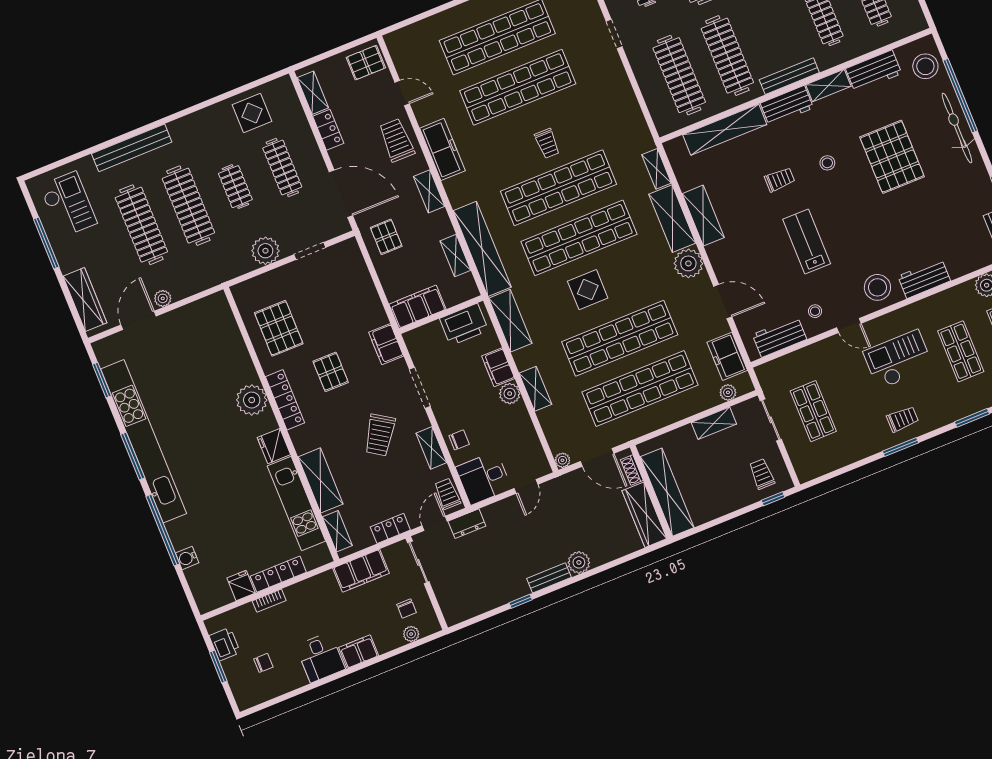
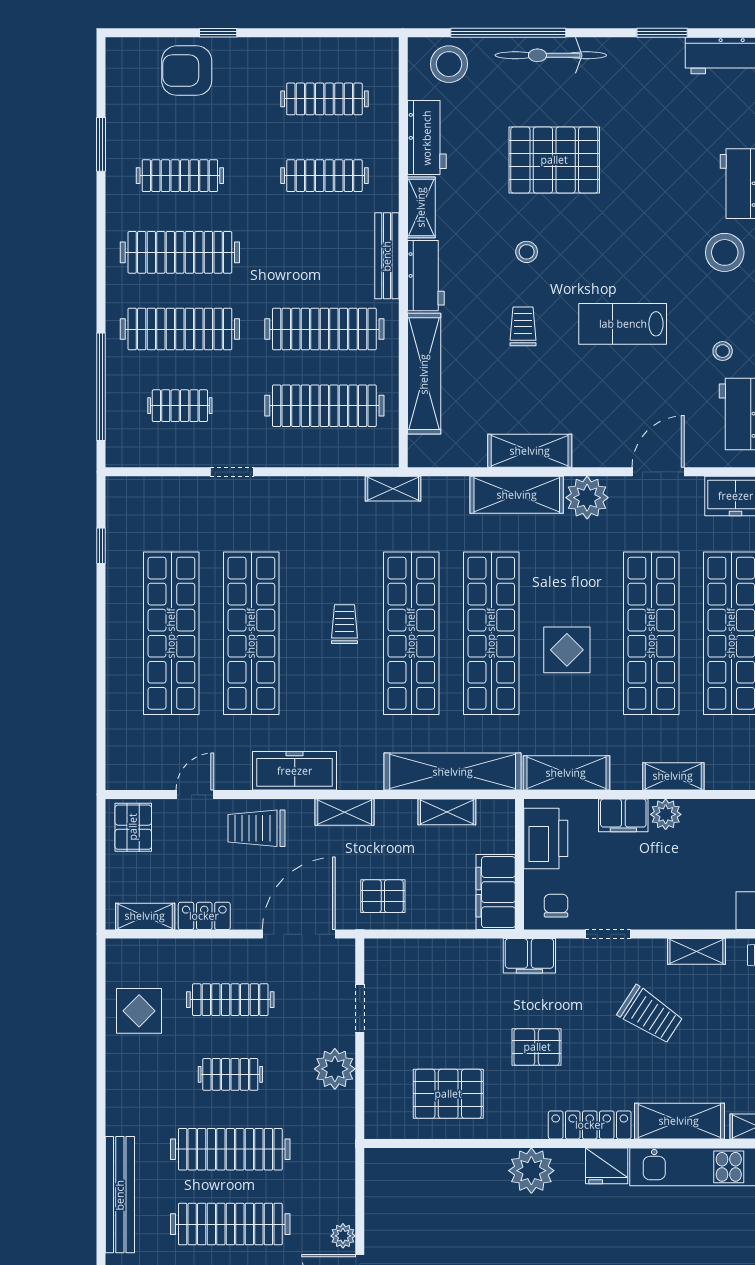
trolley: (547, 143) -> (344, 624), turned -90
shelving: (657, 169) -> (393, 489), moved
doorway: (420, 388) -> (608, 934), width x0.73
locker: (285, 400) -> (590, 1125), moved
chair: (459, 440) -> (556, 906), moved

